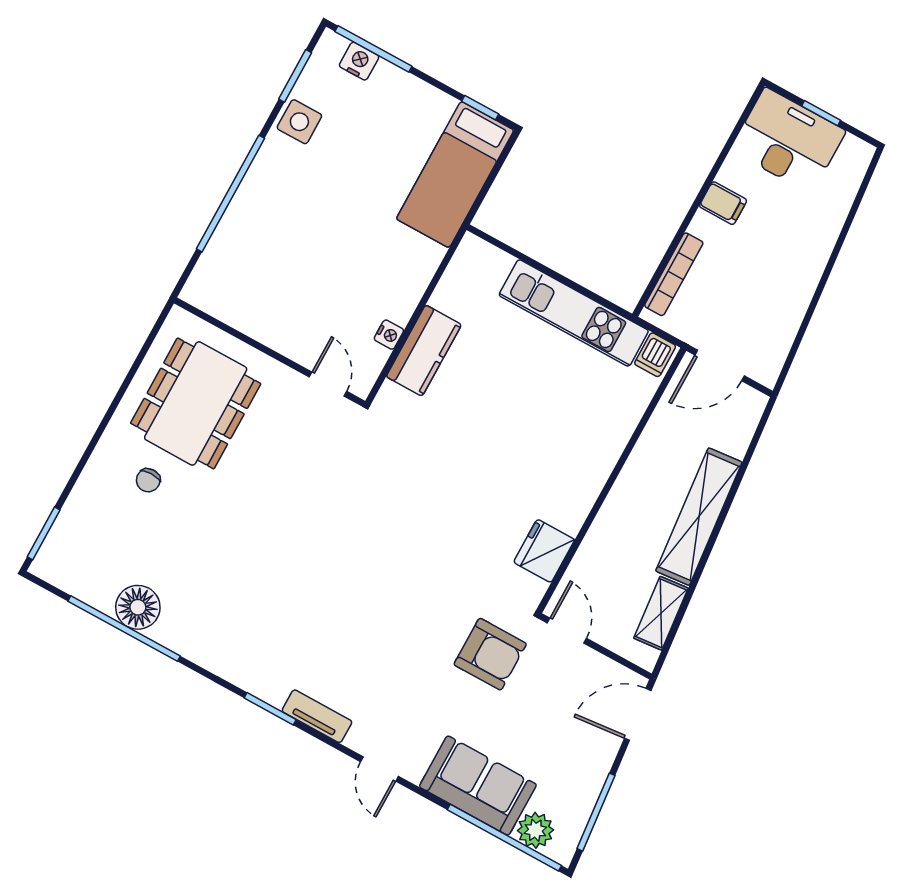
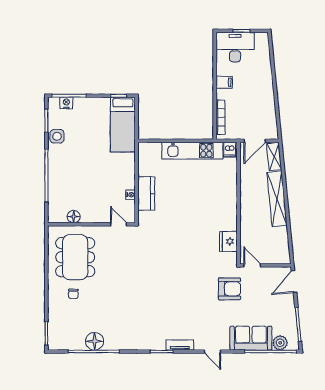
floor lamp: (240, 314) -> (74, 217), added
shelving: (661, 613) -> (274, 157), moved

